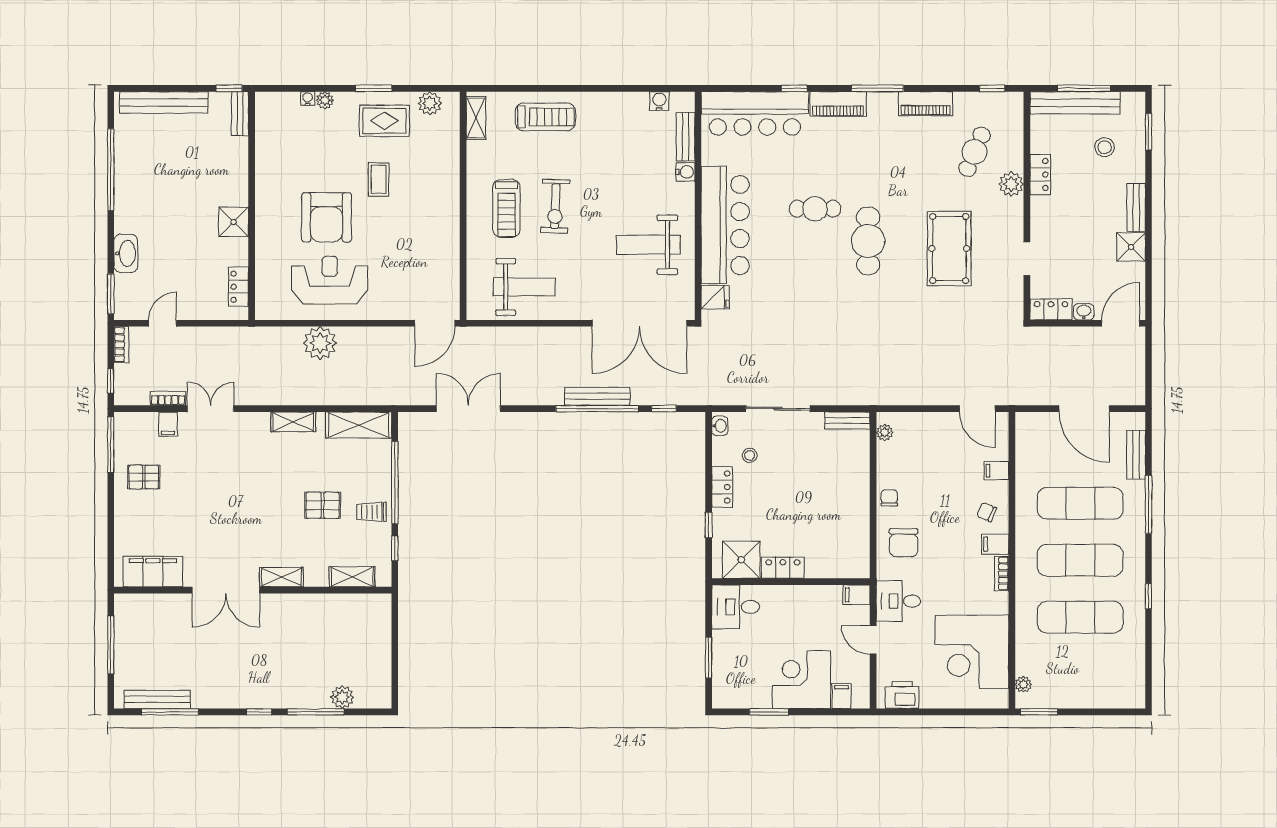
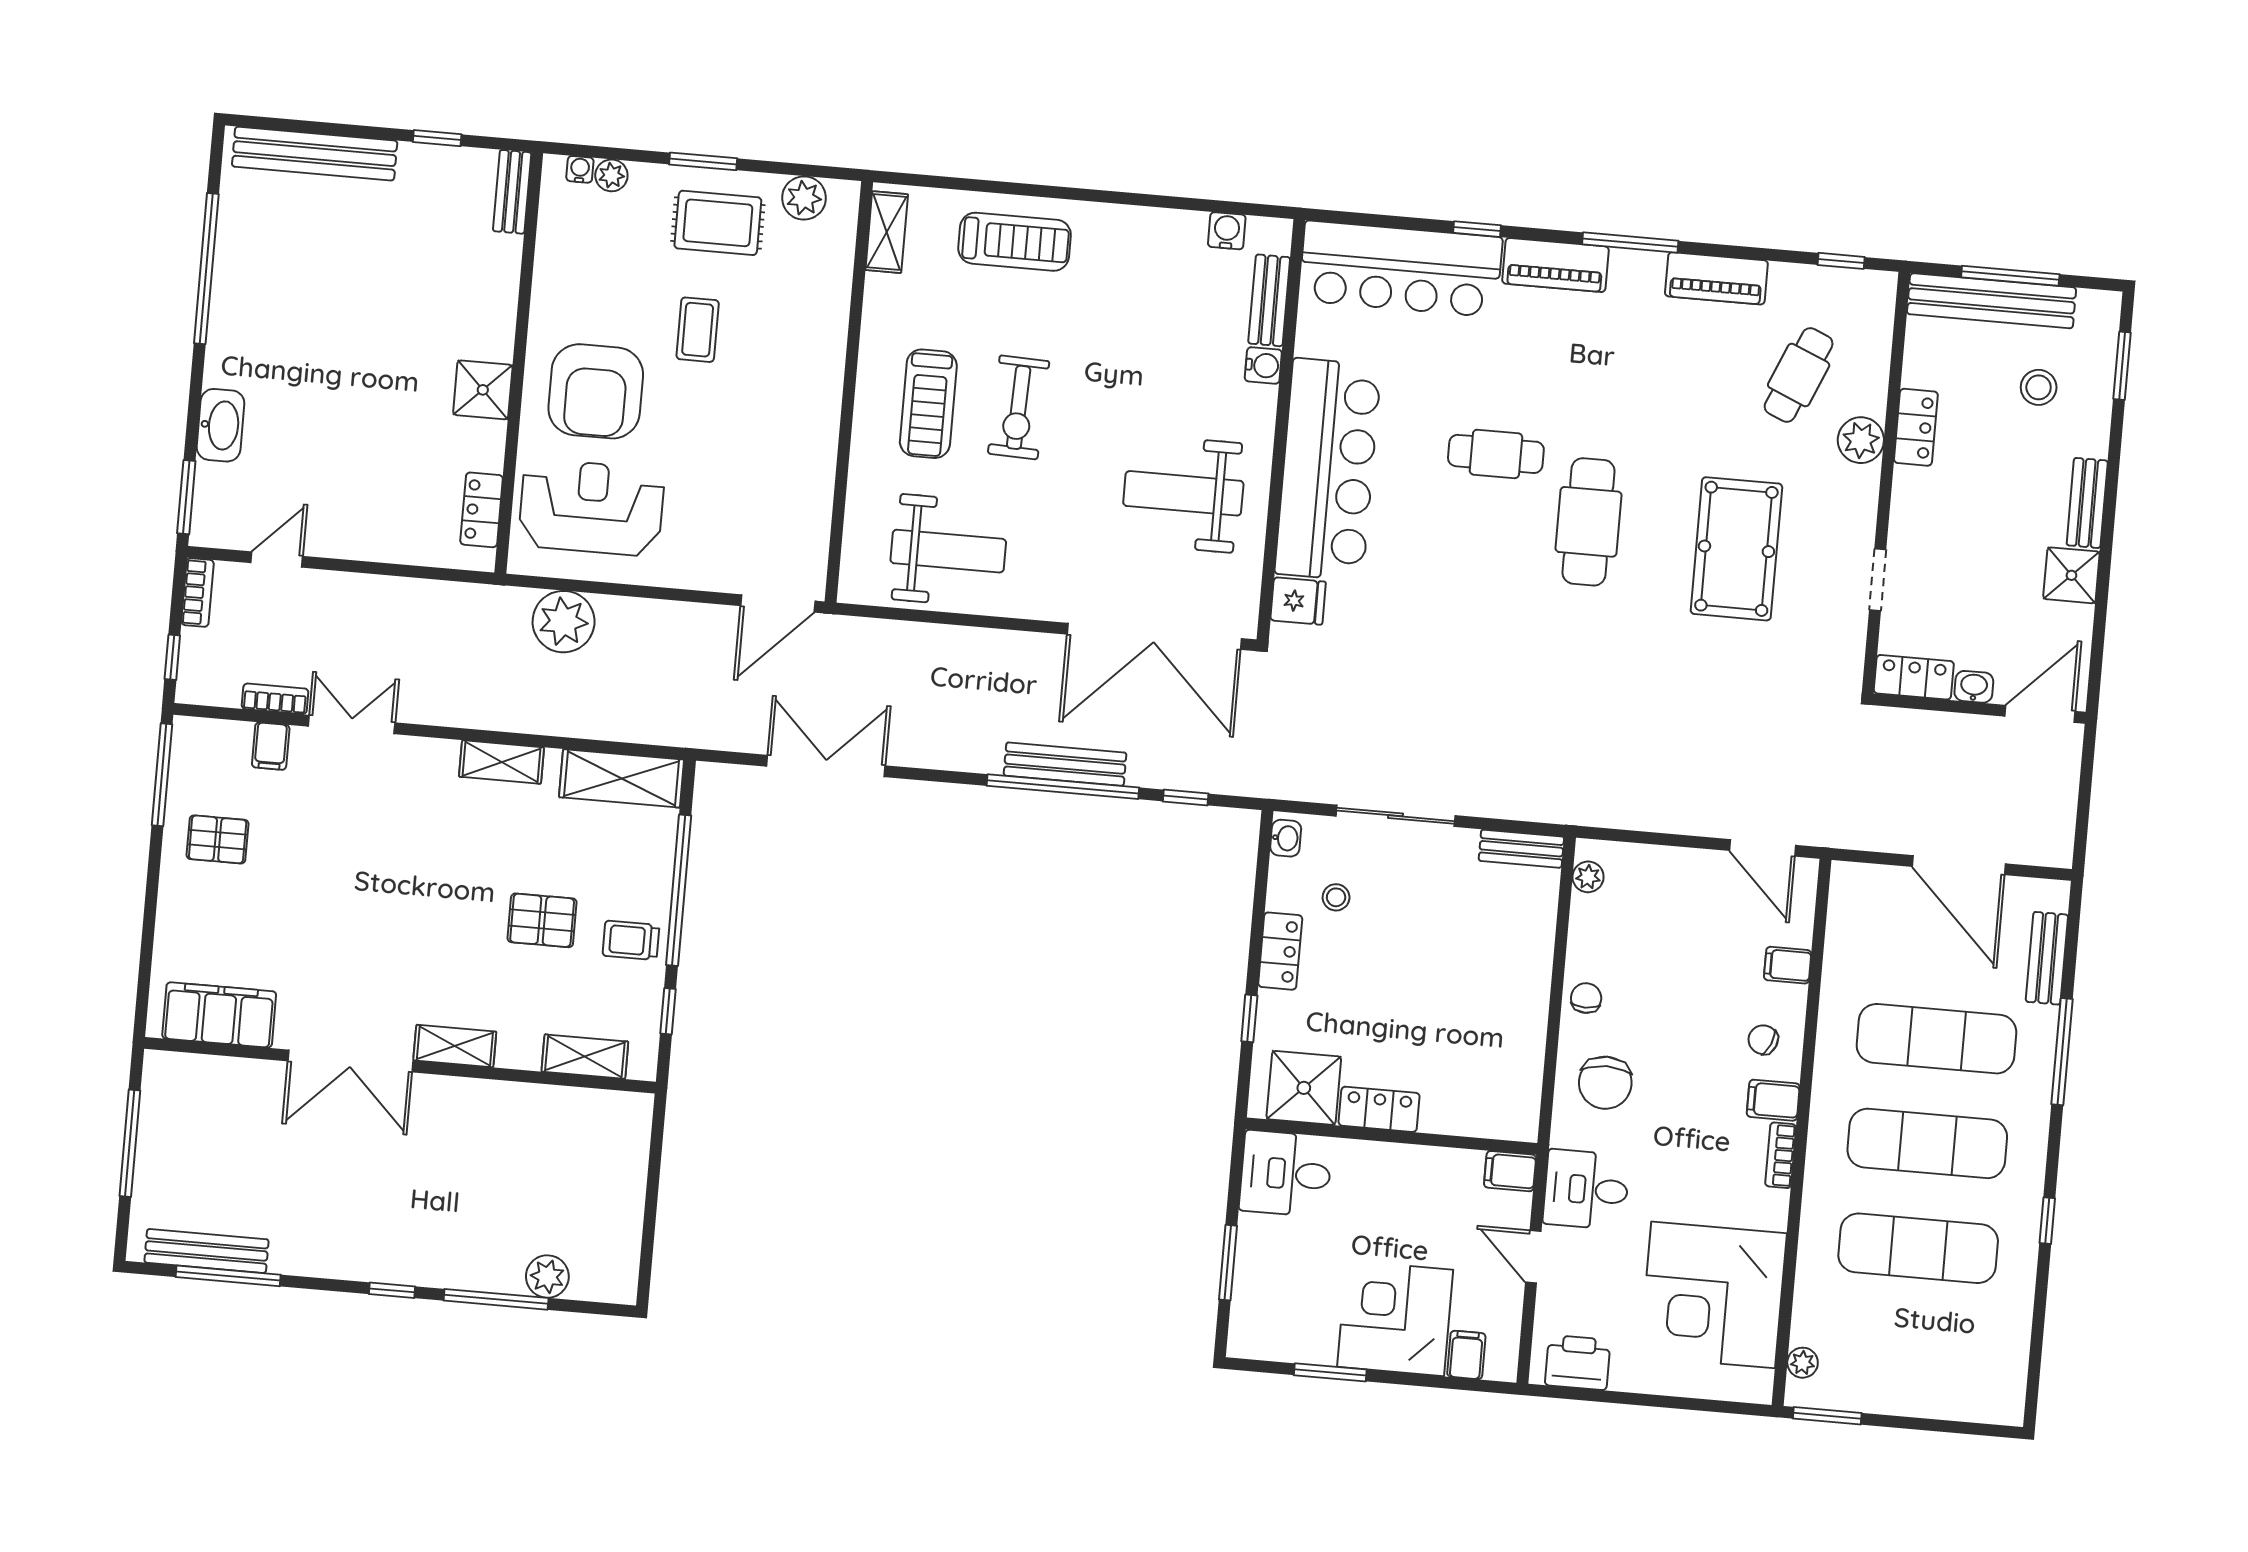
bench: (240, 114) -> (512, 192), moved
wall: (252, 206) -> (519, 363), moved
shower: (234, 222) -> (483, 390), moved
locker: (239, 287) -> (482, 510), moved

